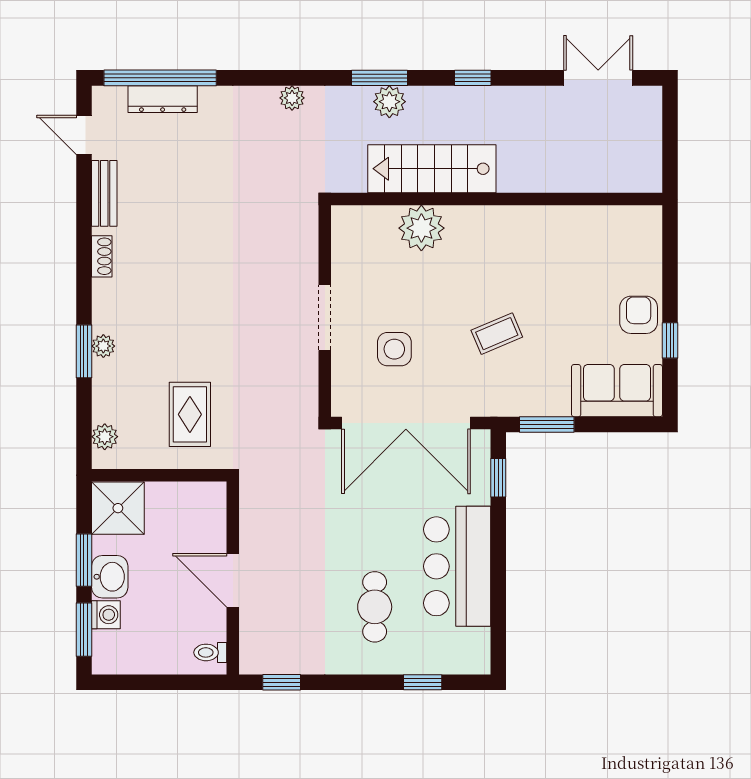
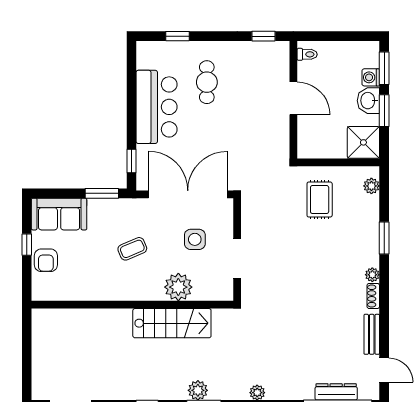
stairs: (432, 169) -> (172, 323), moved
wall: (497, 199) -> (132, 305), moved
plant: (421, 228) -> (178, 287), moved
plant: (103, 346) -> (372, 275), moved

